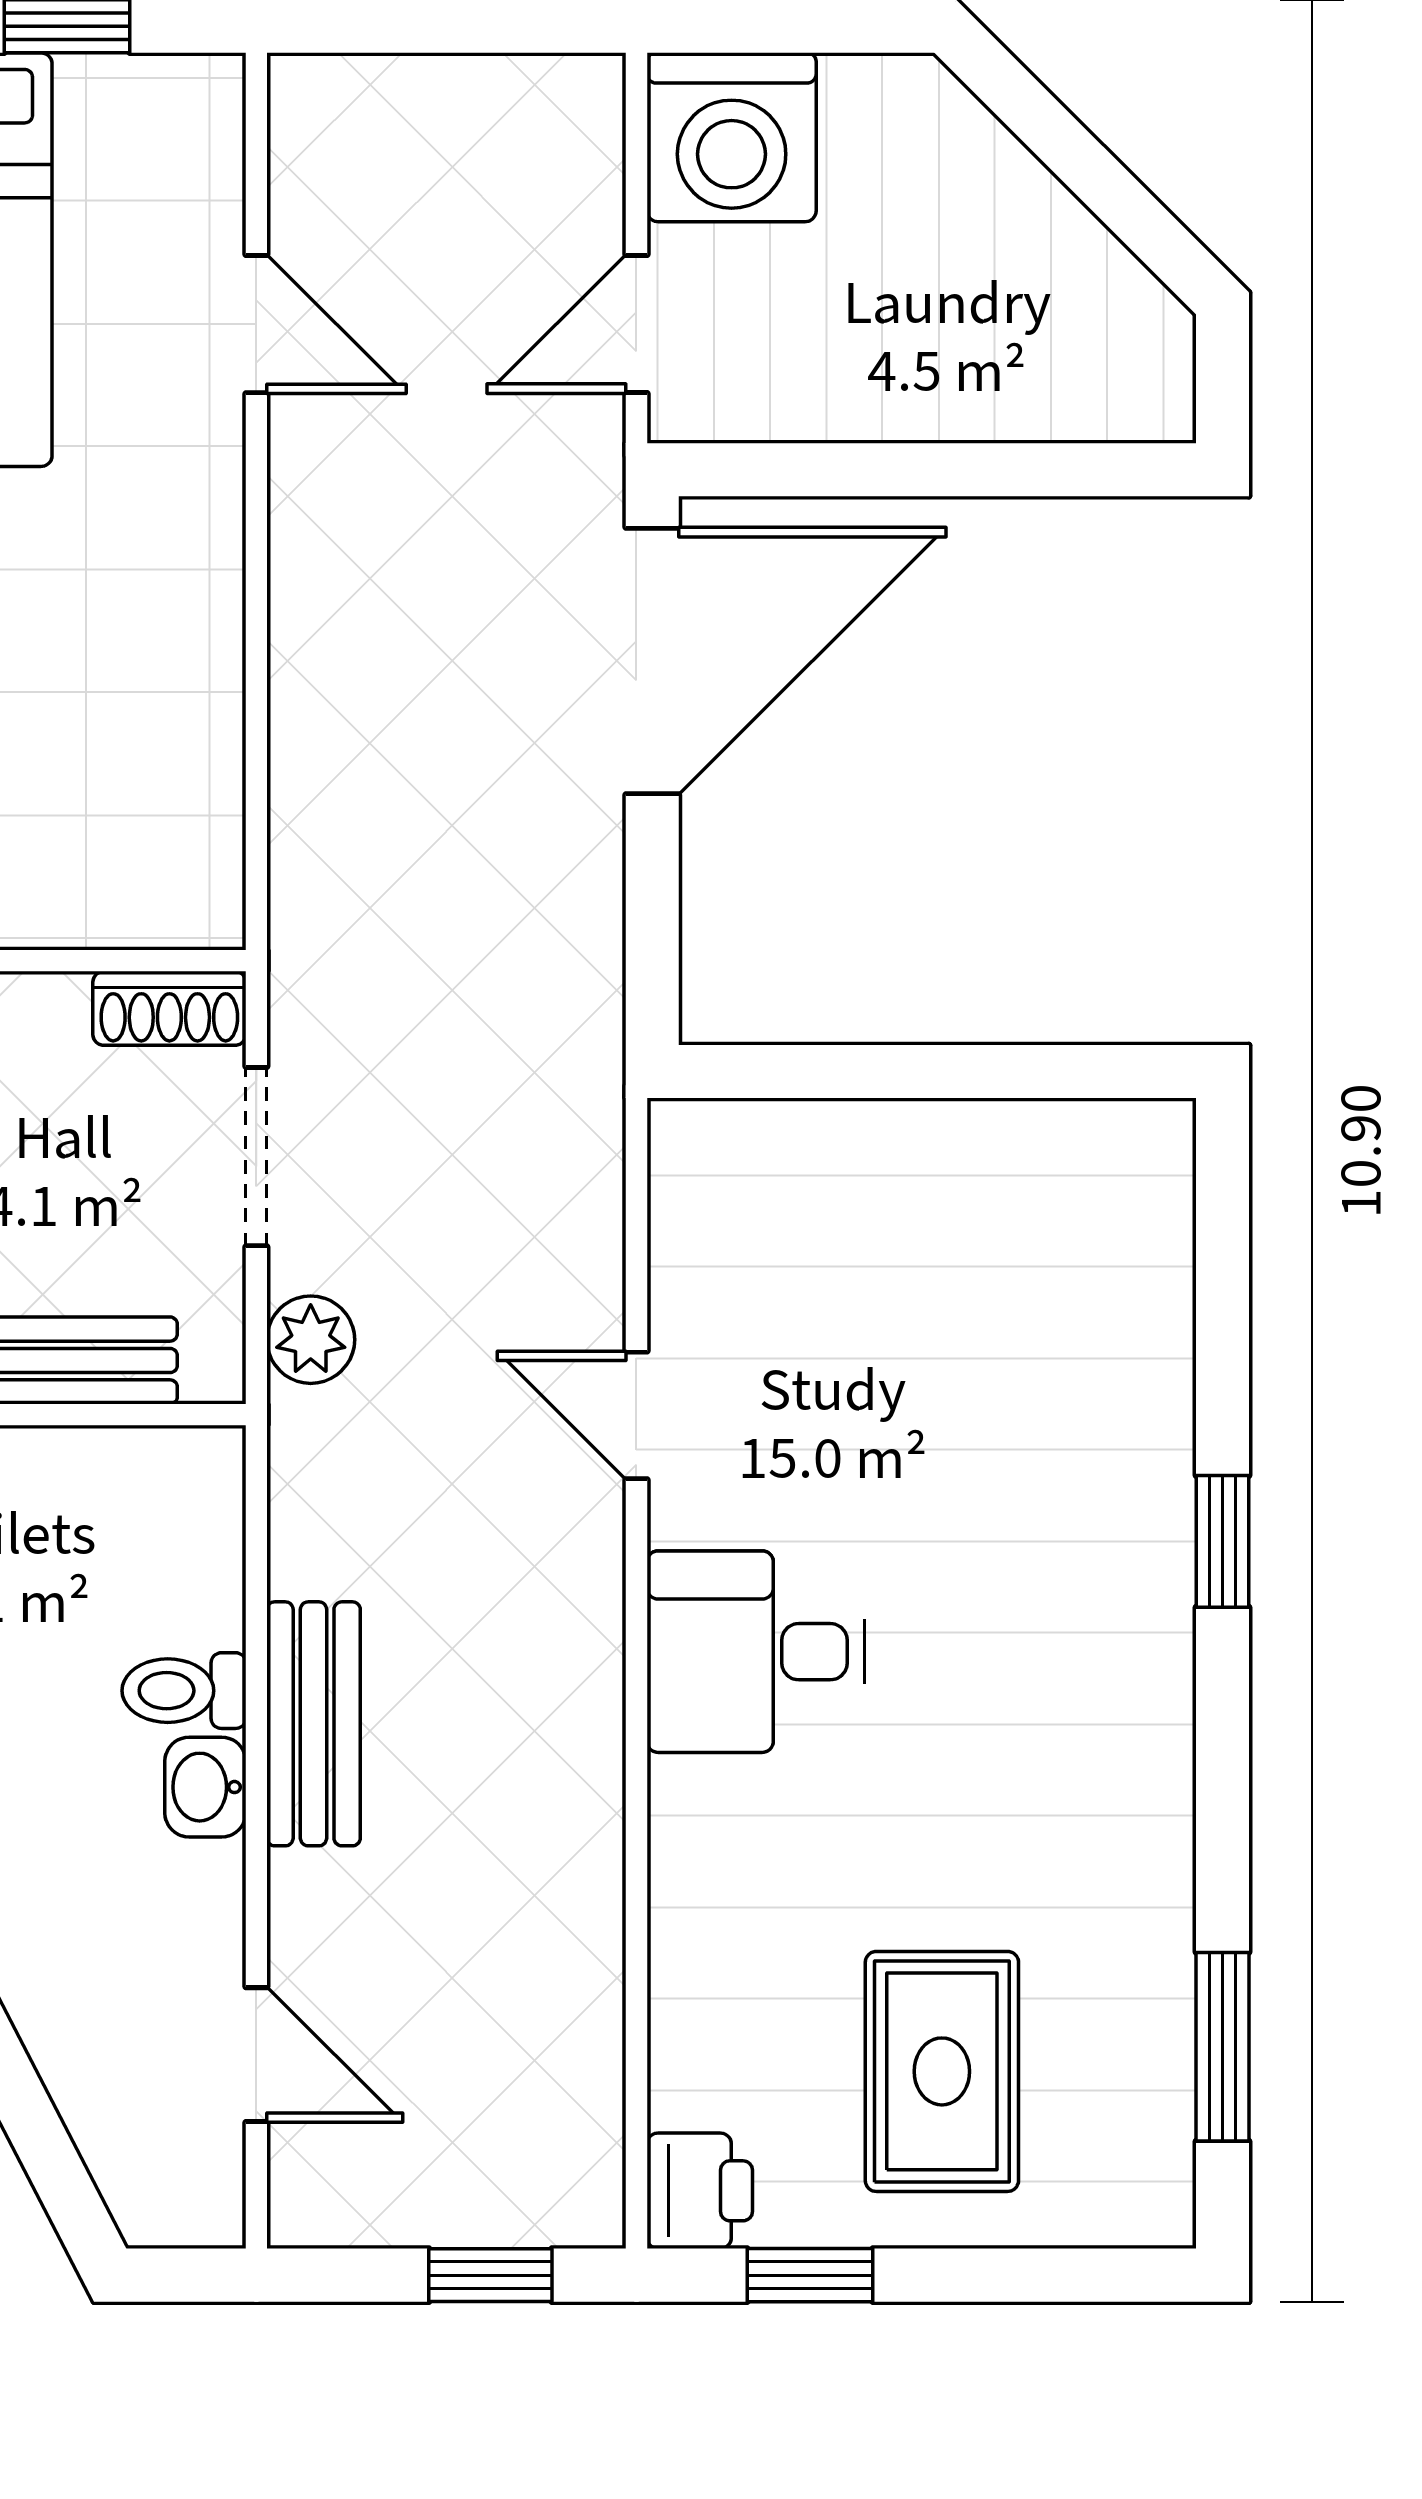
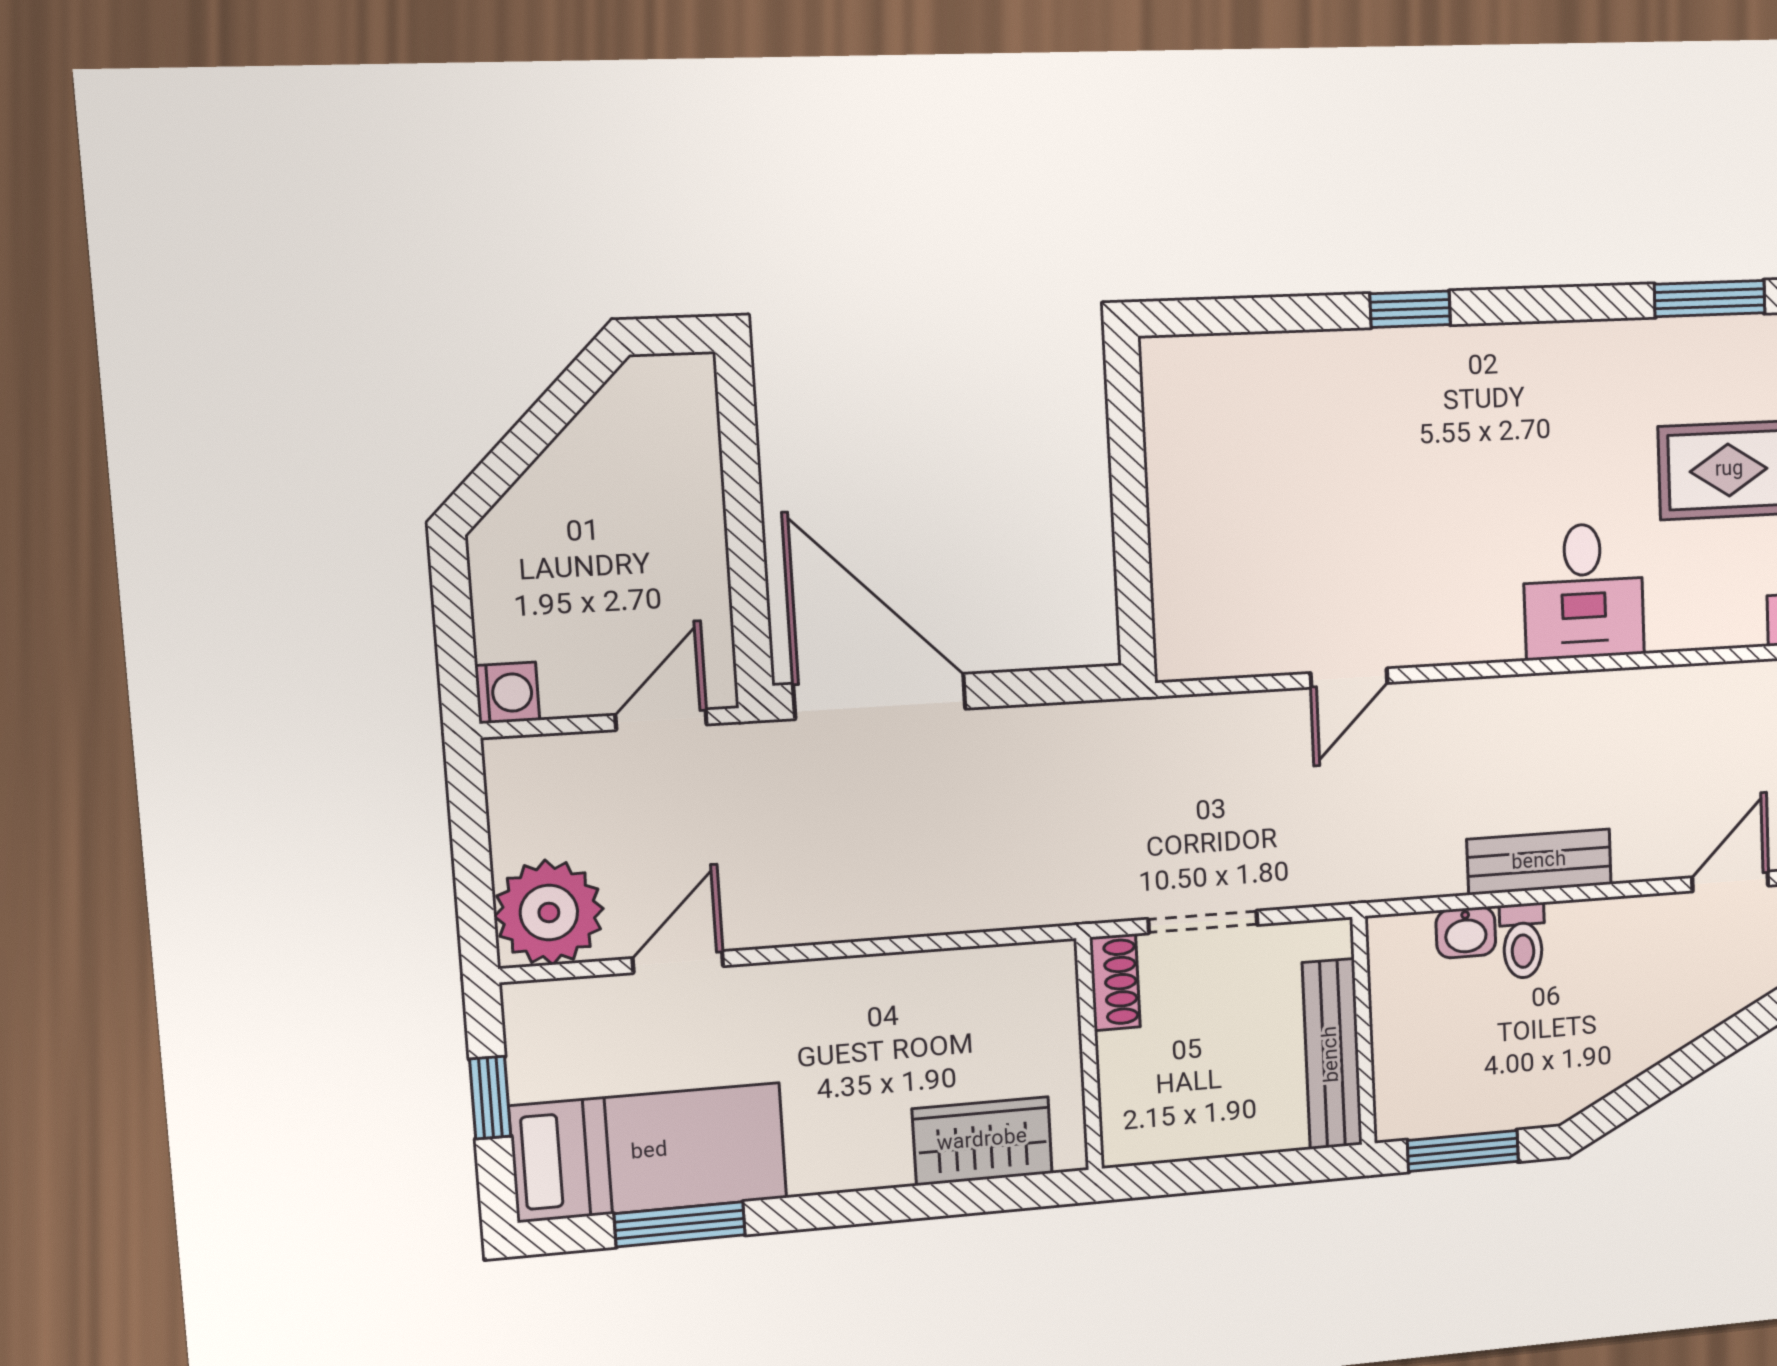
washing machine: (732, 137) -> (507, 693), width x0.53, depth x0.53
door: (636, 324) -> (661, 720), swing flipped
plant: (311, 1340) -> (549, 912), moved, width x1.88, depth x1.88
desk: (756, 1652) -> (1583, 591), moved
washbasin: (205, 1787) -> (1466, 932), moved

